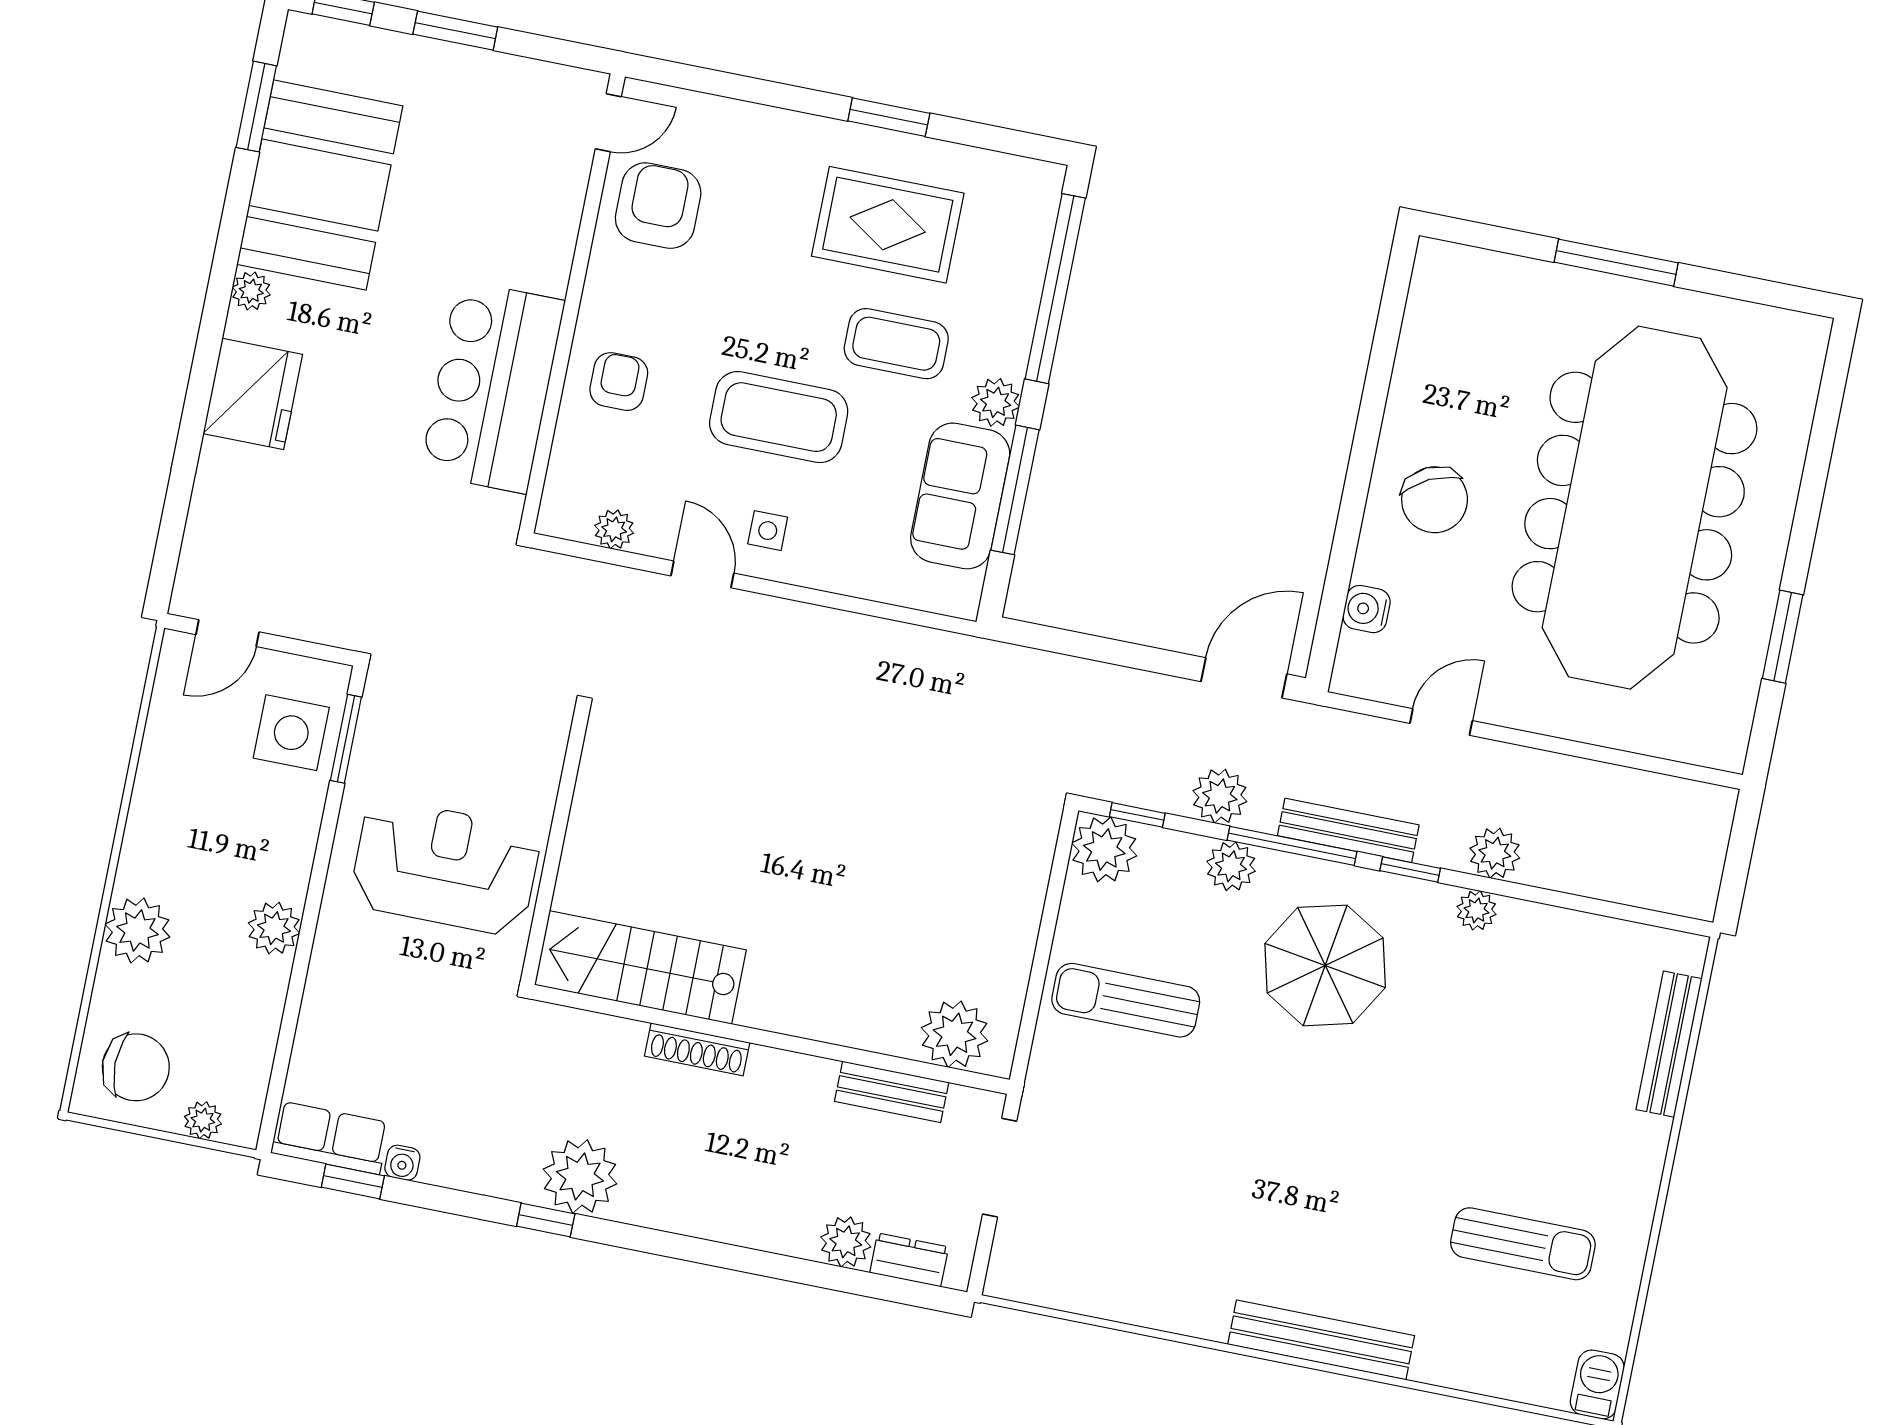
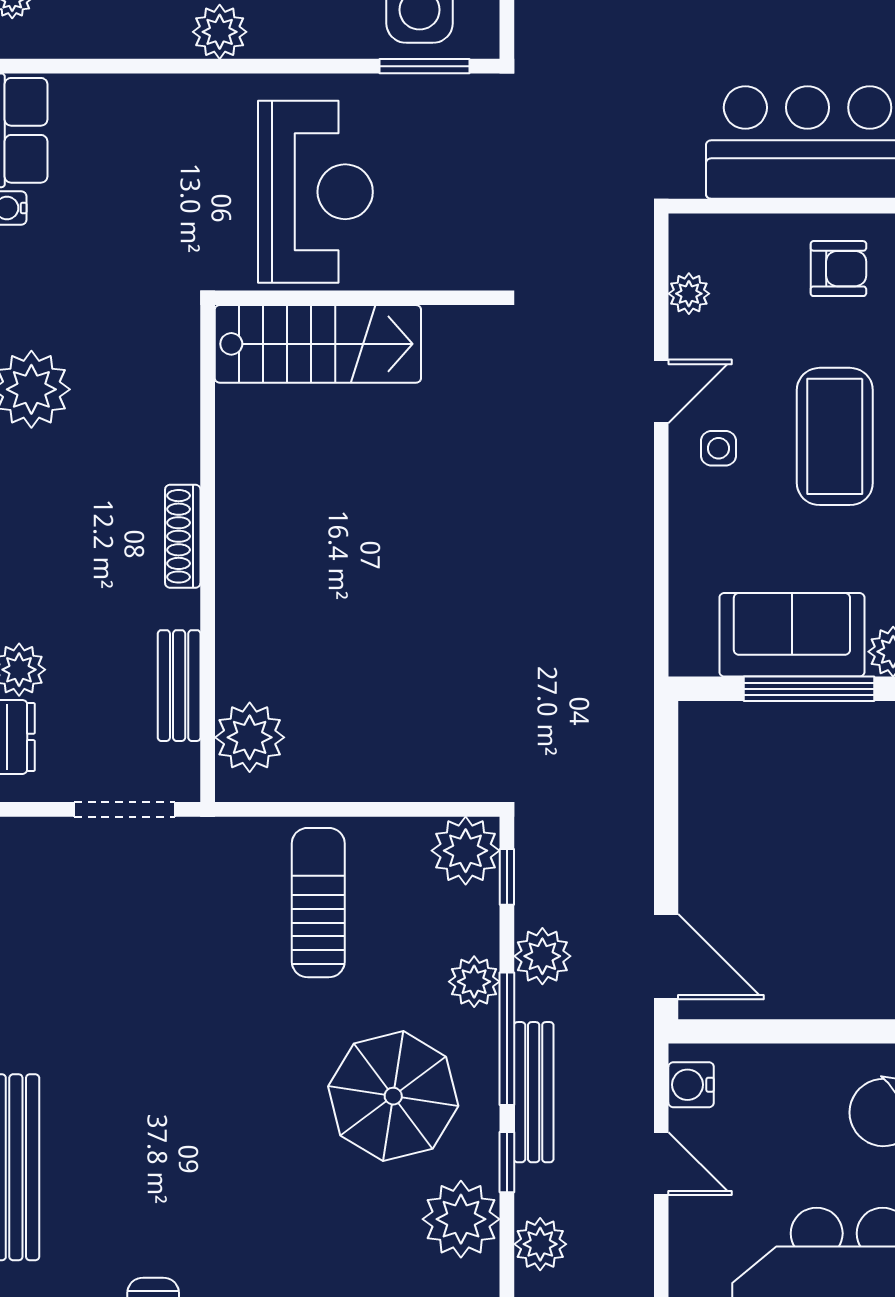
water cooler: (1367, 609) -> (691, 1085), moved, turned -90
plant: (1476, 910) -> (461, 1219), width x1.88, depth x1.88
stairs: (640, 967) -> (318, 344), moved, turned 90
shoe rack: (697, 1049) -> (183, 536), moved

